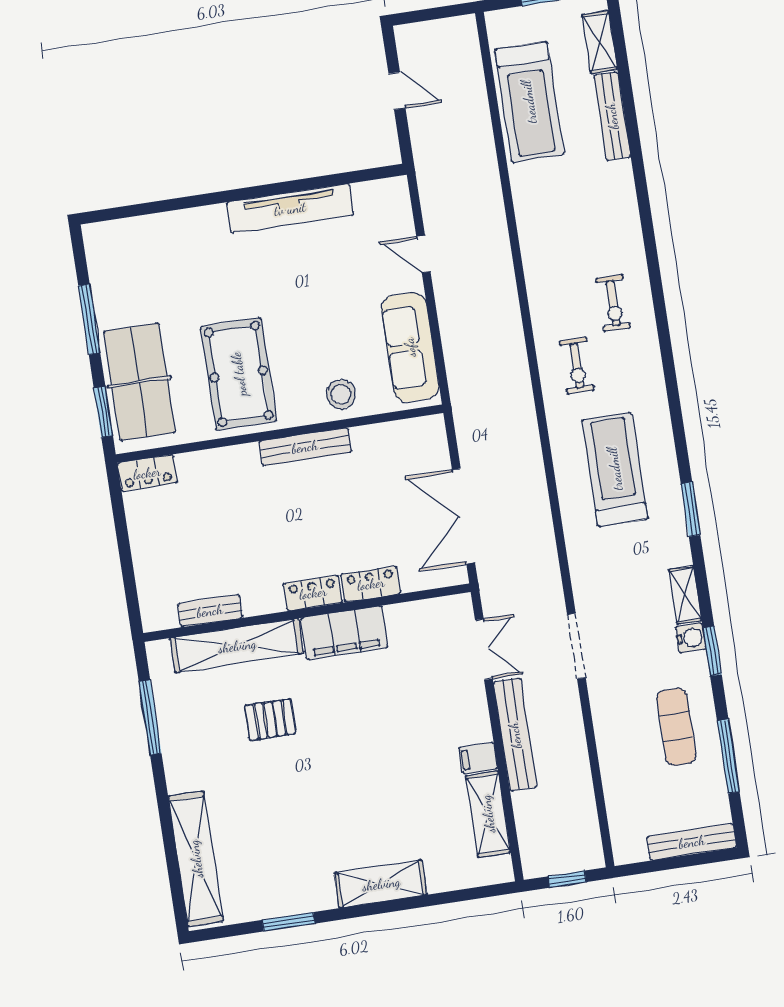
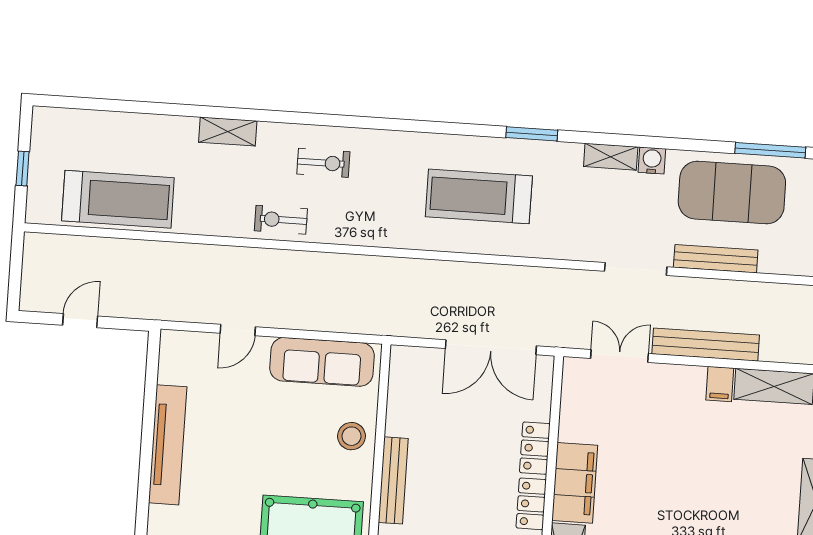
shelving: (600, 42) -> (228, 132), moved
bench: (612, 116) -> (716, 259), moved
exercise bike: (577, 366) -> (281, 220), moved, turned 180
window: (712, 651) -> (669, 143), removed
exercise mat: (676, 727) -> (732, 192), width x2.00, depth x1.45

